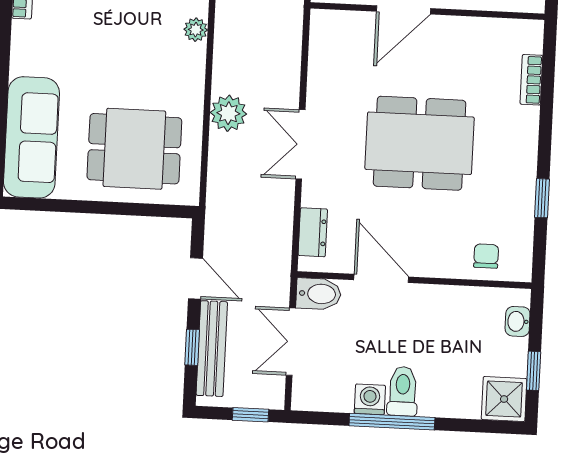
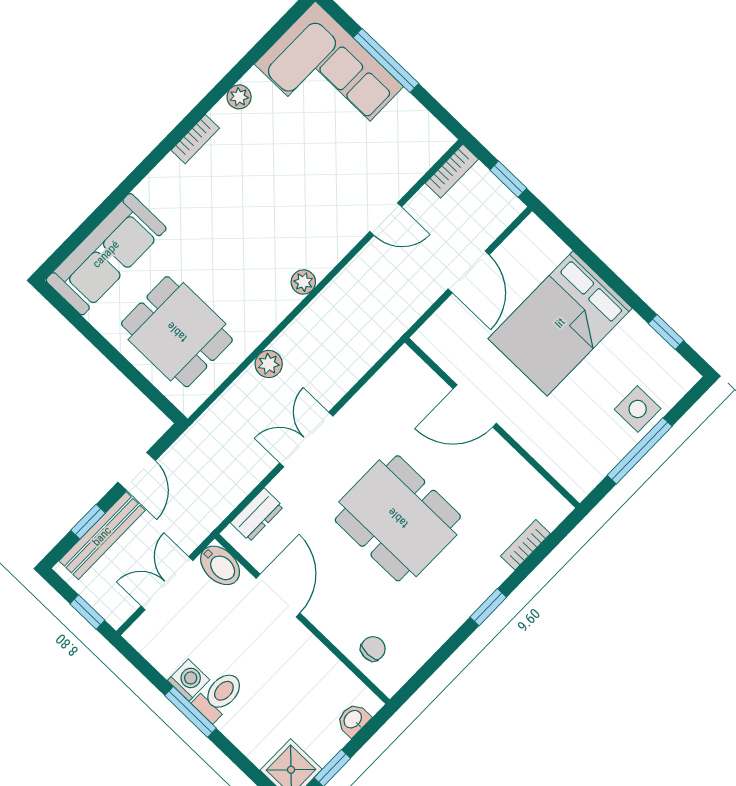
plant: (228, 113) -> (269, 364), width x0.73, depth x0.73
window: (542, 198) -> (488, 607), moved
window: (392, 422) -> (190, 712), width x0.69

